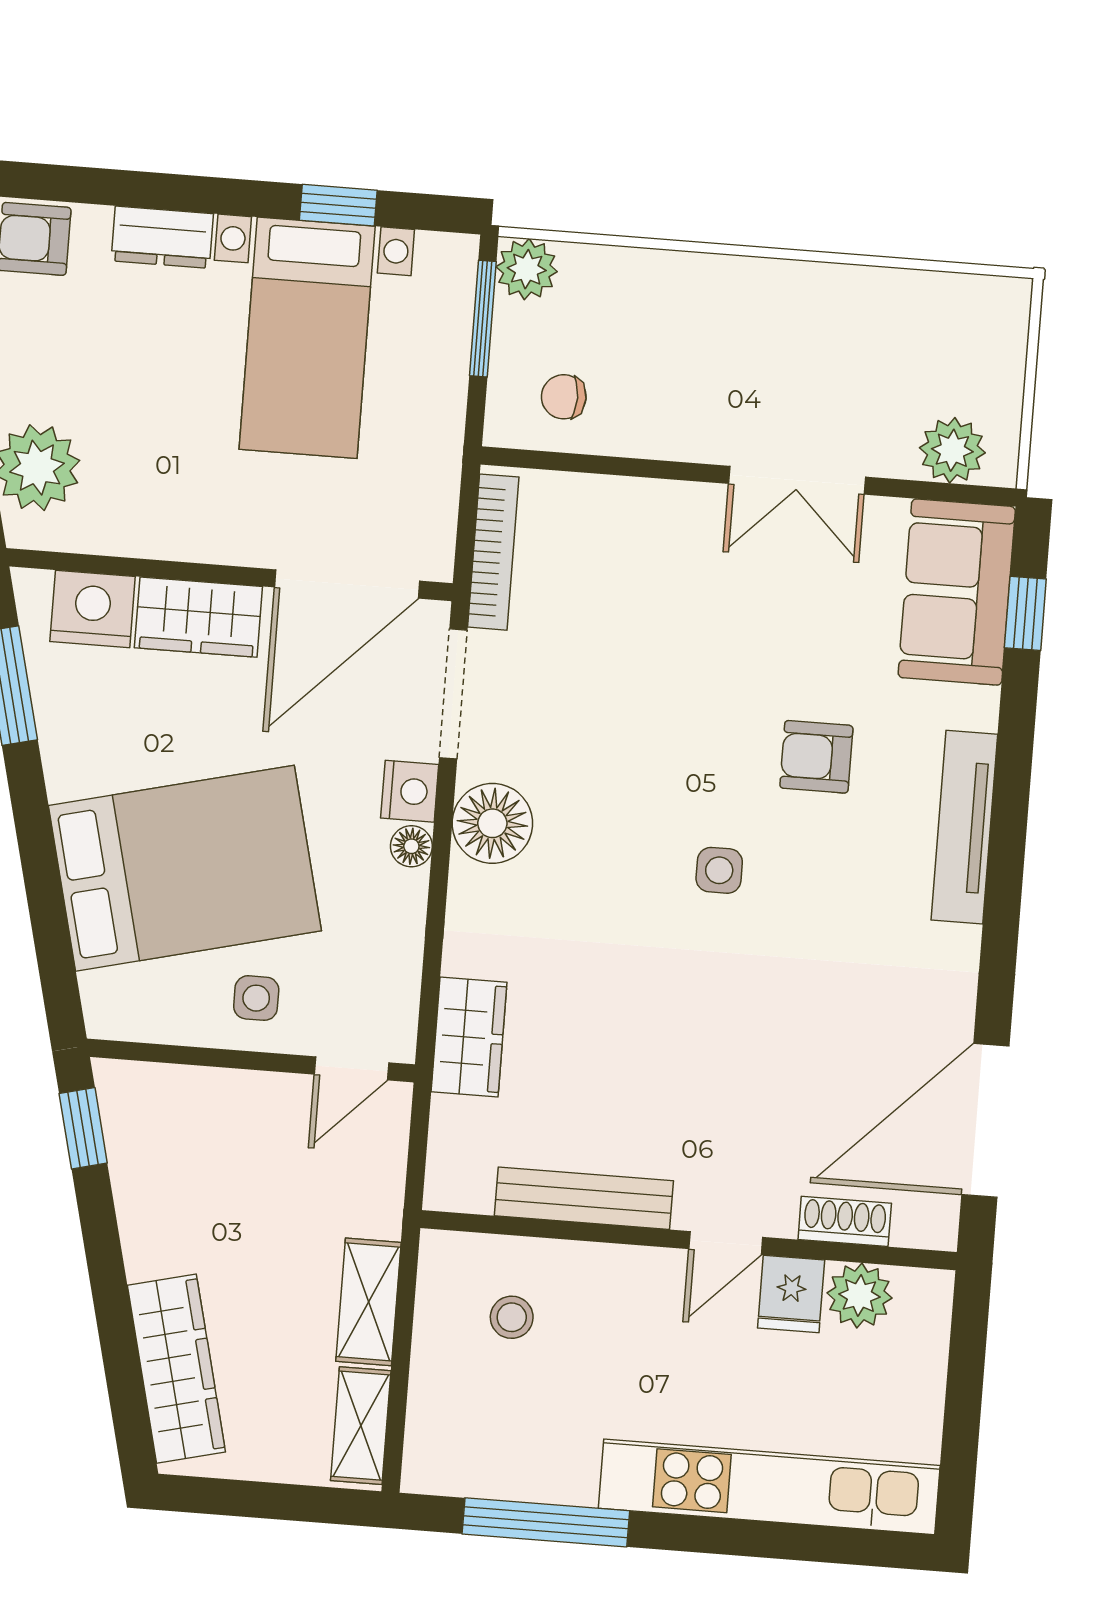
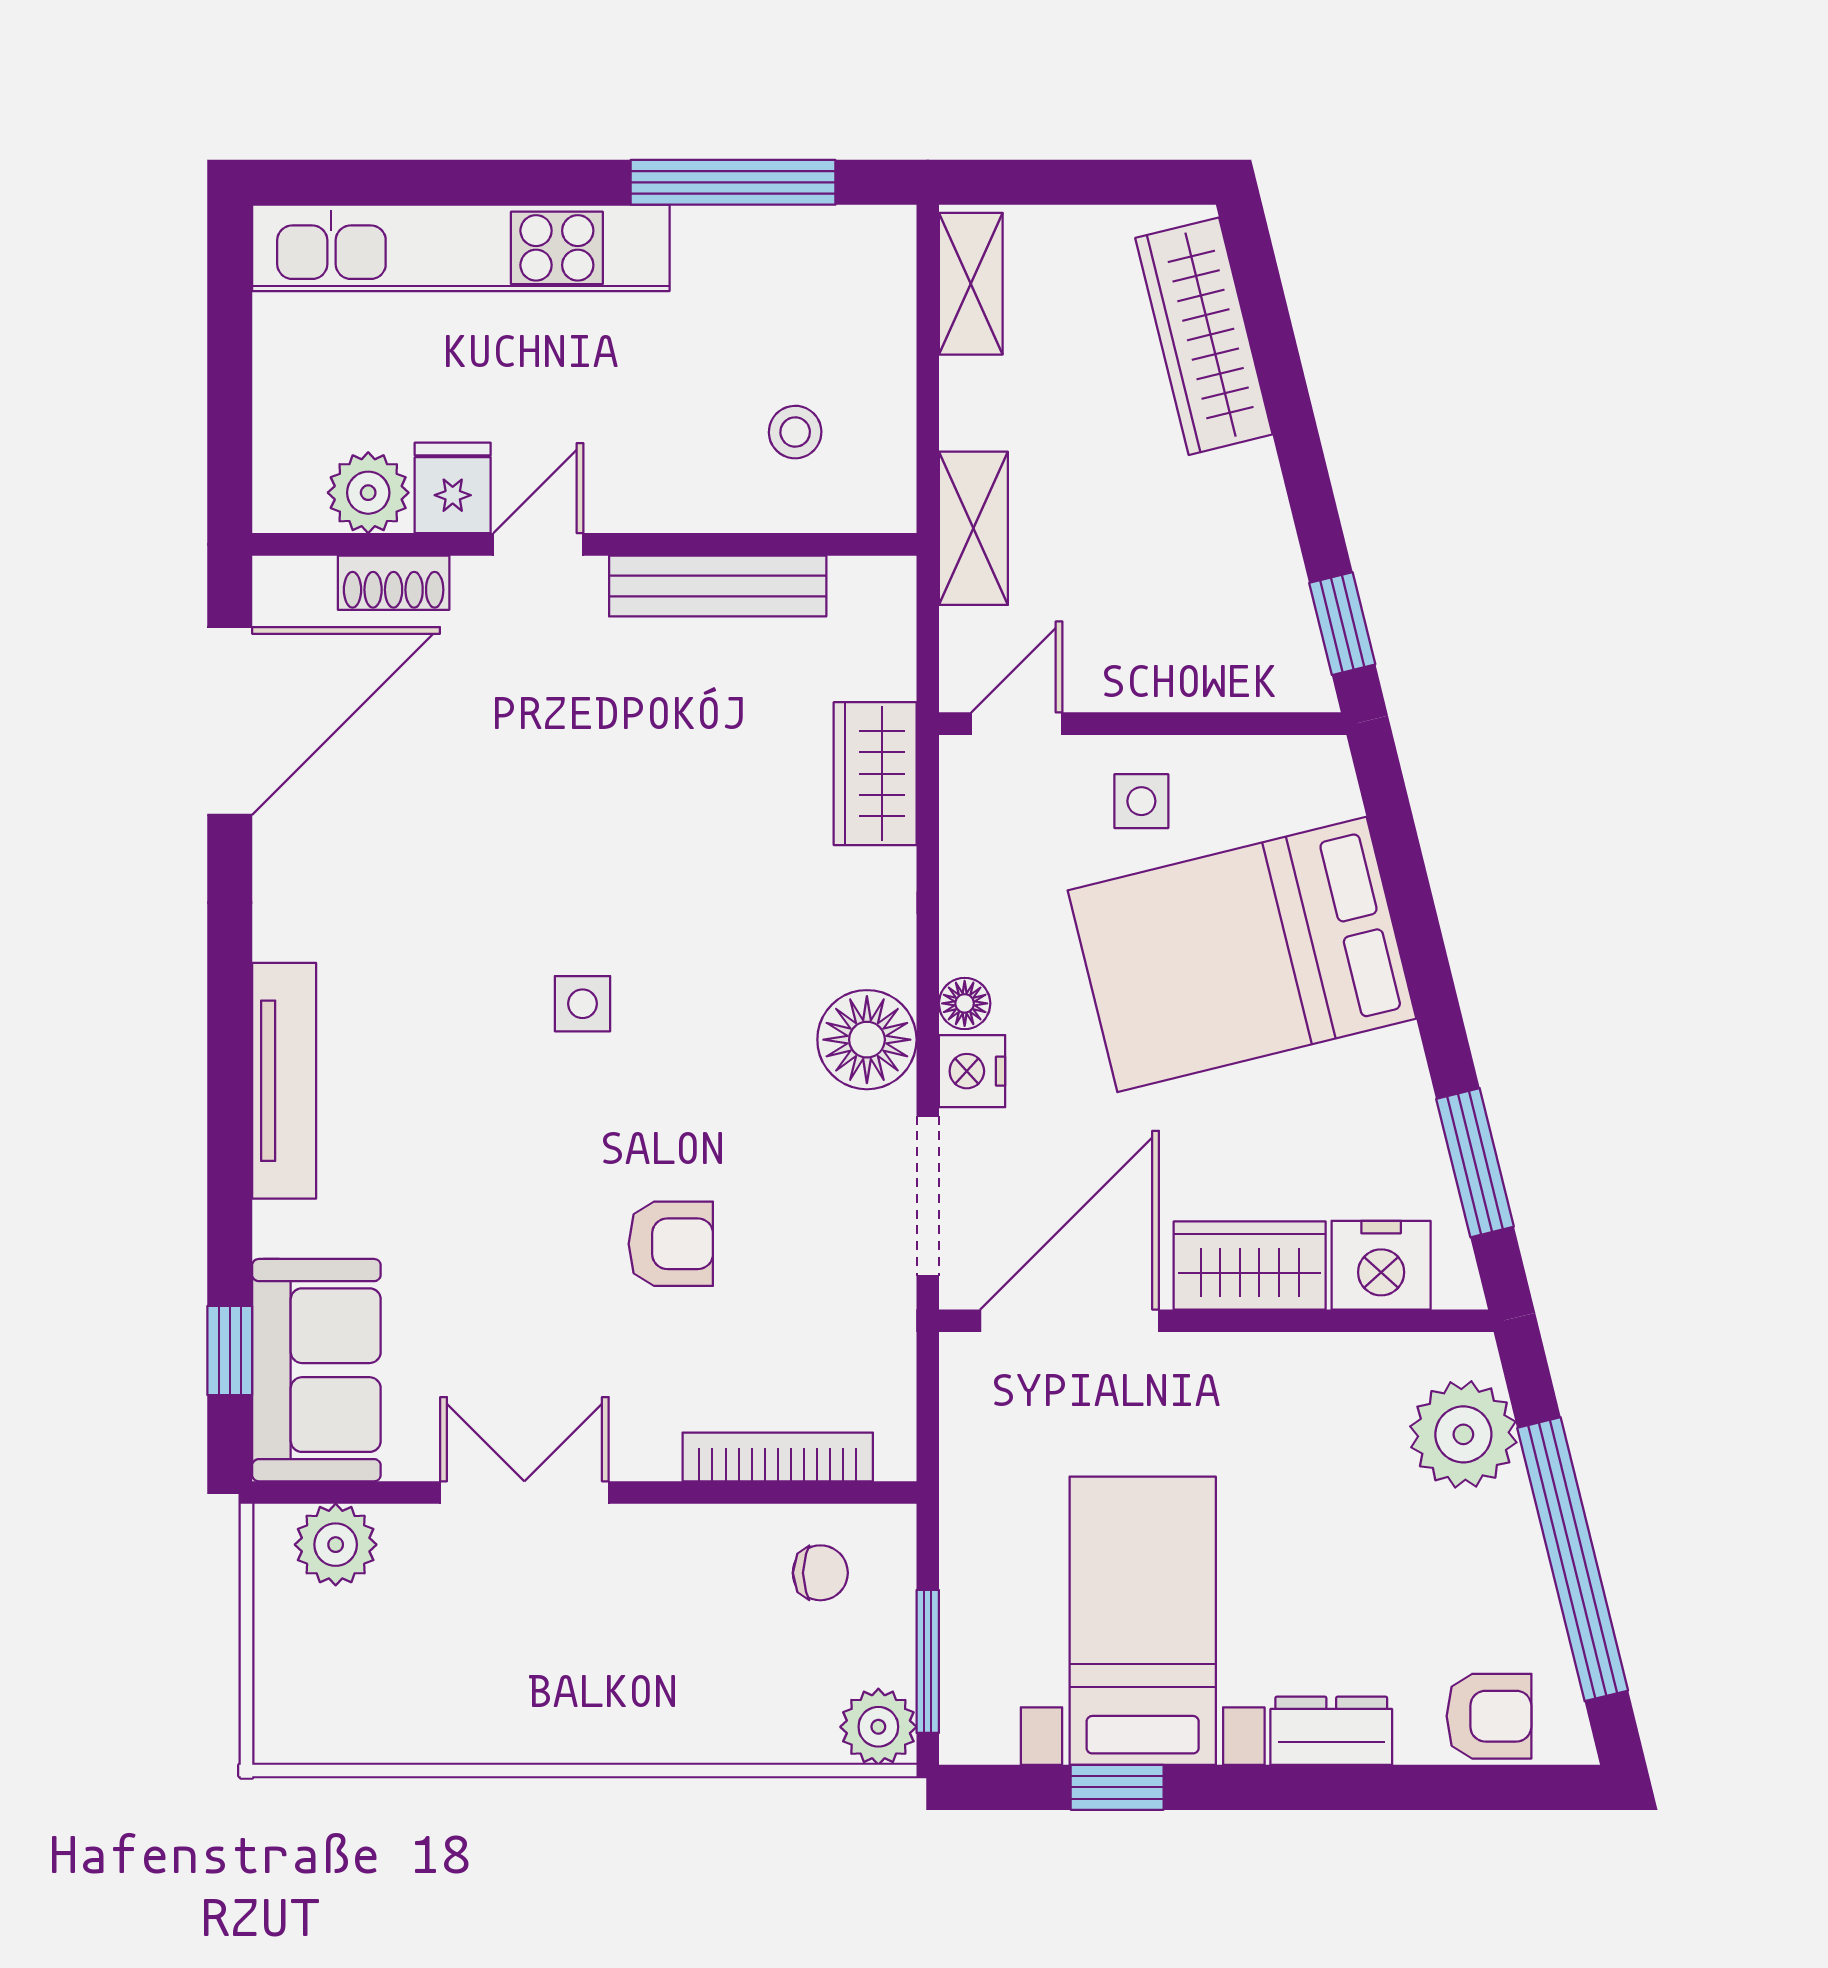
bookcase: (493, 552) -> (778, 1457), moved, turned 90
armchair: (816, 757) -> (671, 1244), moved
shelving: (368, 1302) -> (973, 528), moved

